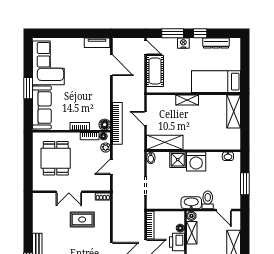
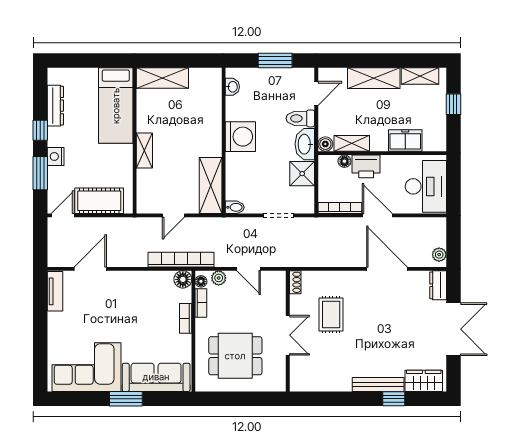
shower: (178, 160) -> (302, 174), moved

